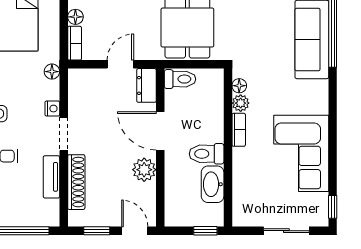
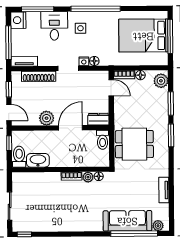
door: (120, 64) -> (111, 88), moved
floor lamp: (52, 72) -> (94, 61), moved
corner sofa: (301, 153) -> (57, 215), removed
toilet: (207, 154) -> (19, 157), moved
tv unit: (51, 177) -> (24, 61), moved
door: (135, 231) -> (9, 113), hinge flipped
window: (205, 231) -> (9, 143), moved

